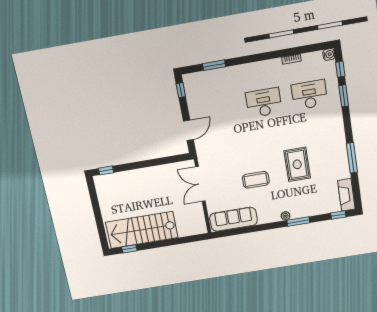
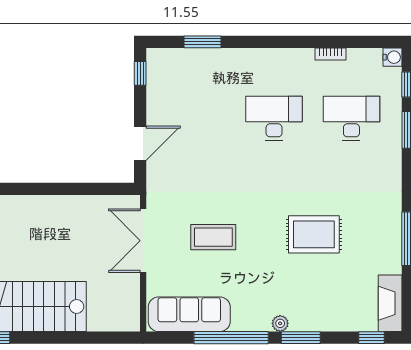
rug: (297, 164) -> (314, 234), turned 90
coffee table: (256, 180) -> (213, 237), moved
window: (259, 228) -> (231, 338), added

